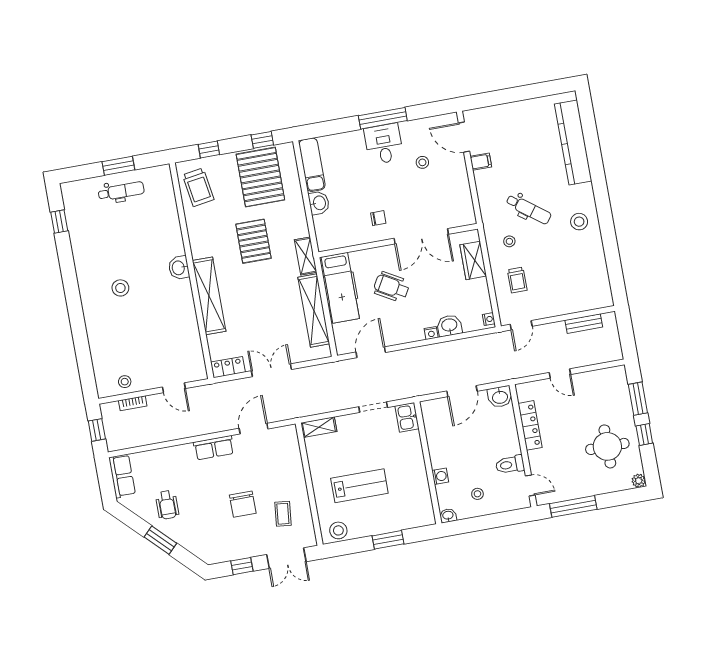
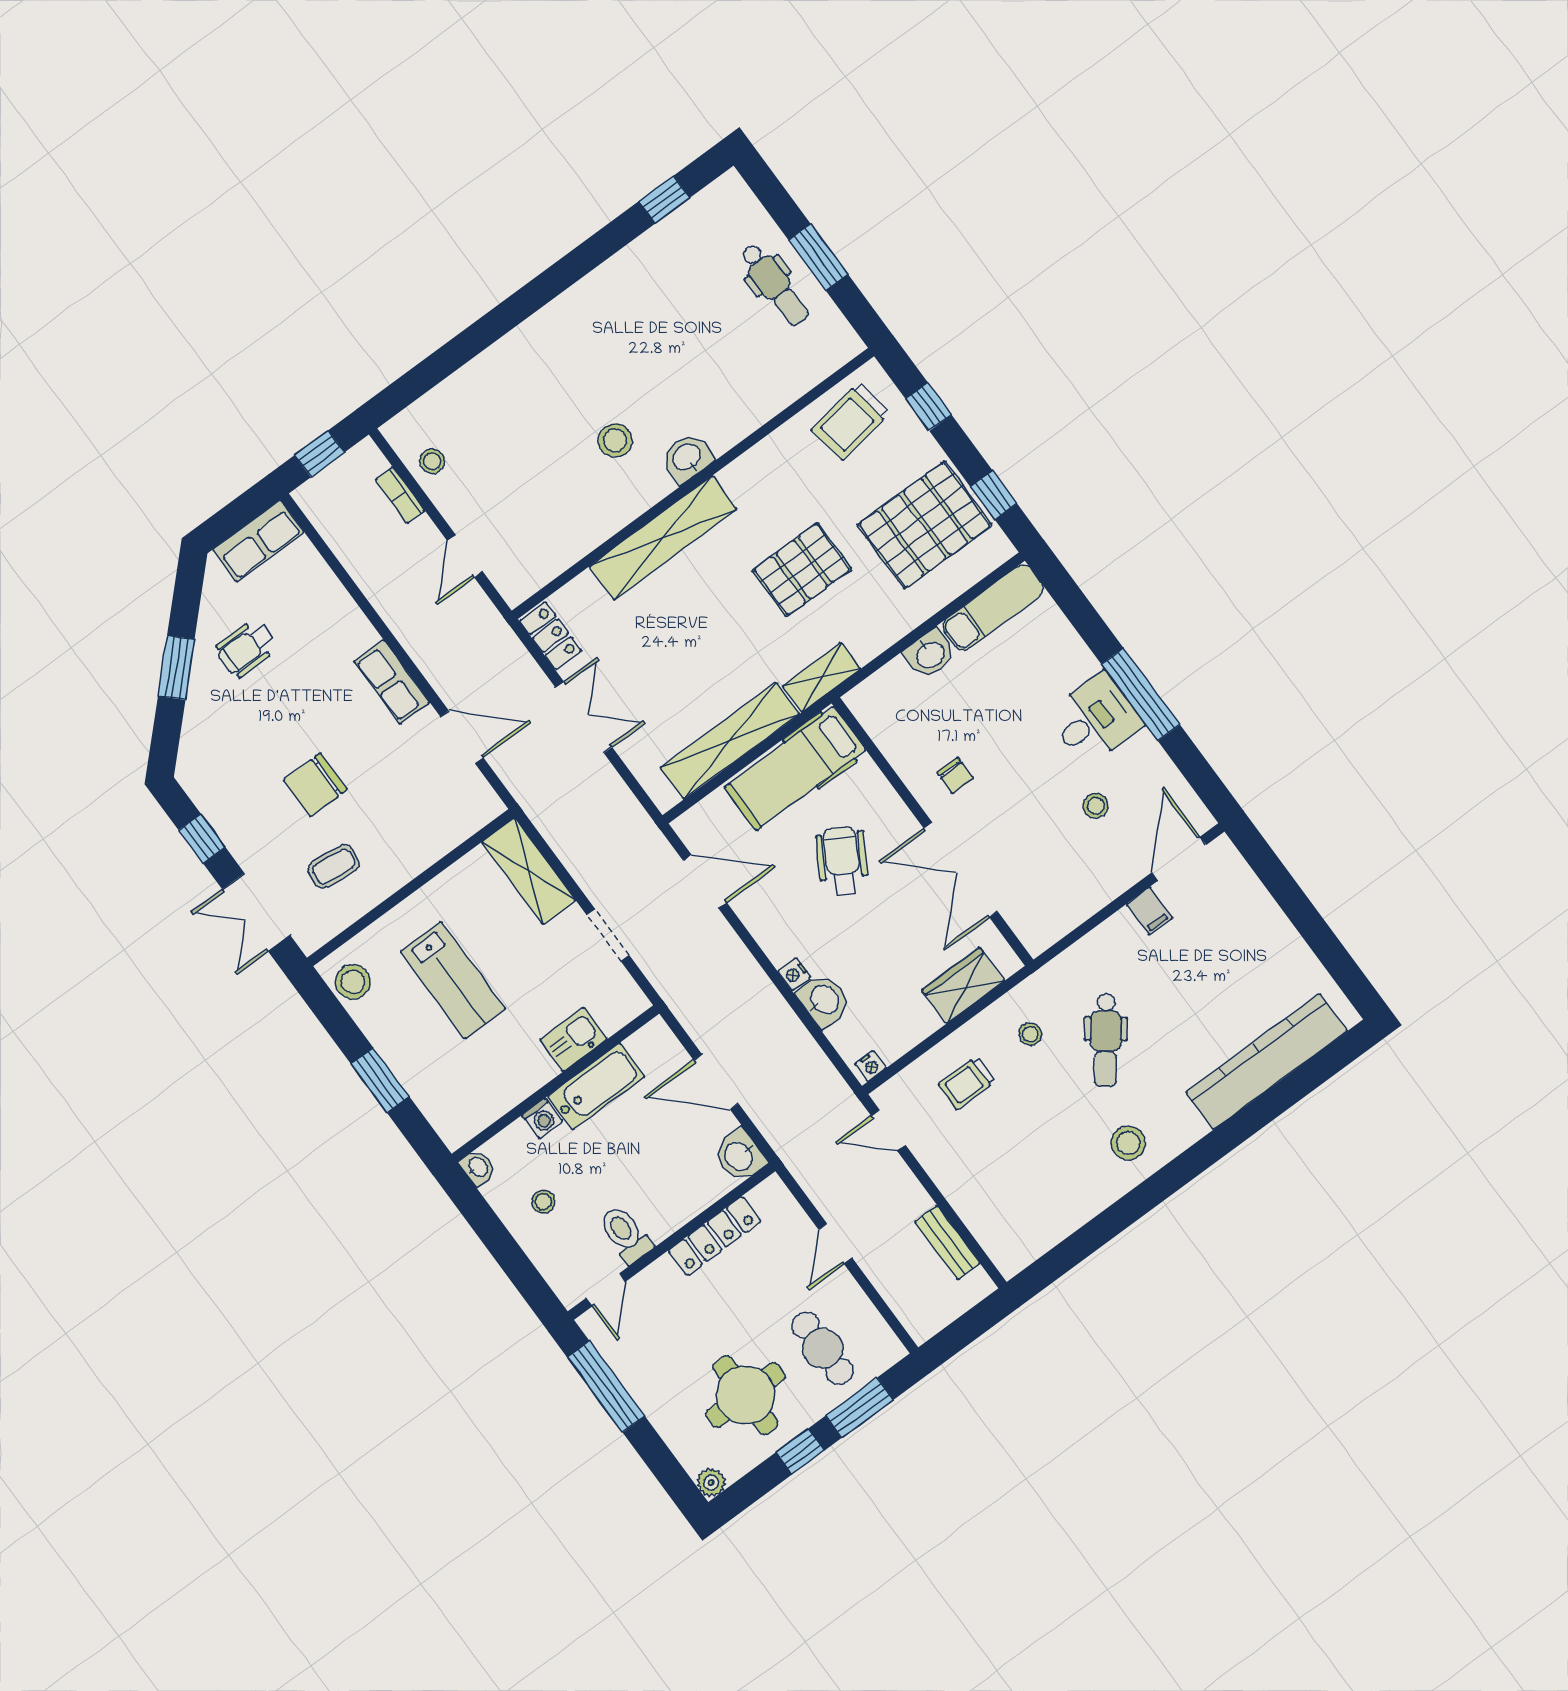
stool: (120, 288) -> (615, 440), moved
cafe table: (603, 402) -> (823, 1348), added
kitchen sink: (407, 417) -> (573, 1039), moved
shelving: (319, 427) -> (529, 871), width x1.50, depth x1.33
bathtub: (438, 445) -> (596, 1086), added

